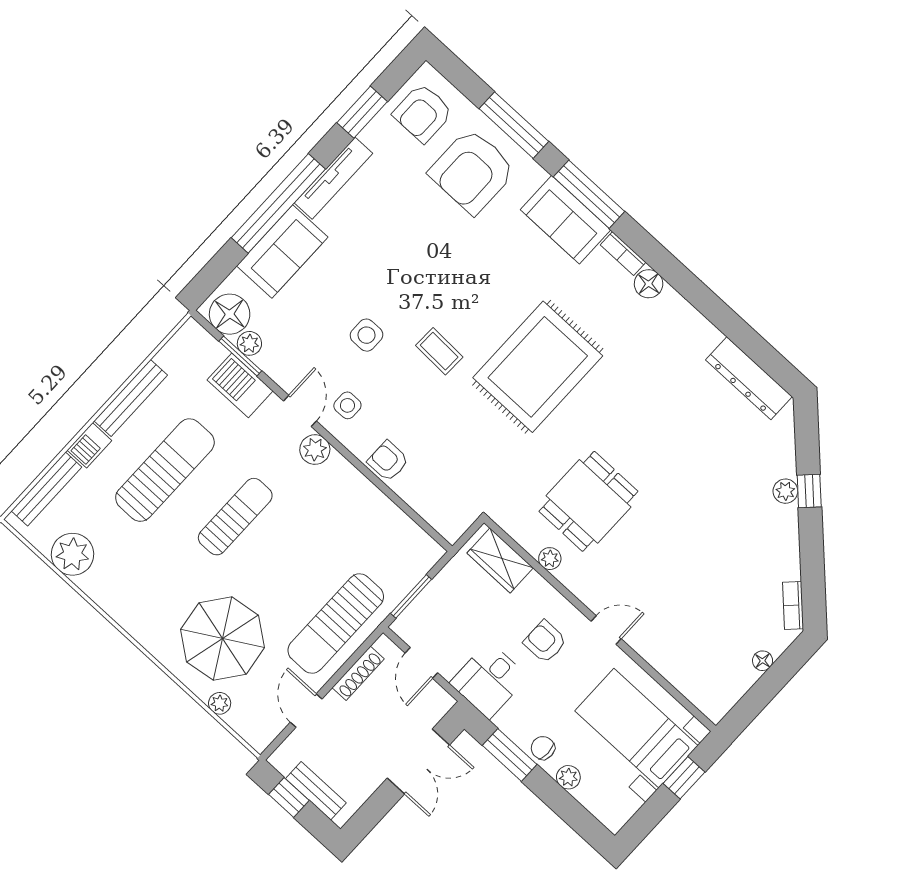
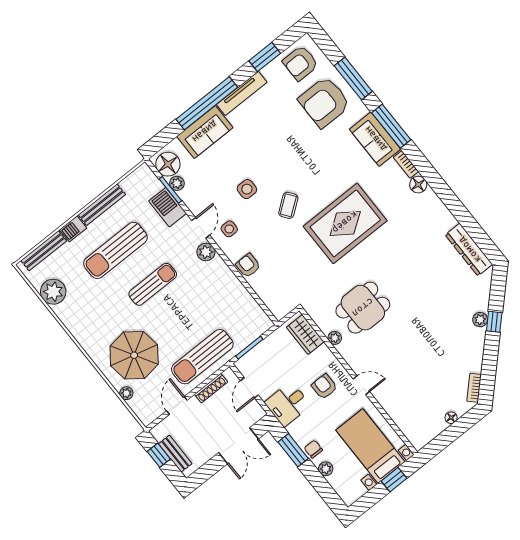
coffee table: (439, 351) -> (288, 205), turned 51
sun lounger: (165, 470) -> (115, 250), turned 180

